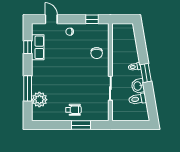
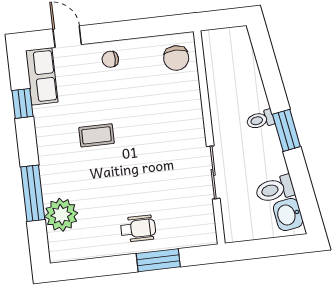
window: (92, 19) -> (156, 26), removed
row of seats: (38, 47) -> (42, 76), moved
chair: (97, 53) -> (176, 58), moved
coffee table: (59, 65) -> (97, 135), added
washbasin: (138, 86) -> (288, 215), moved

